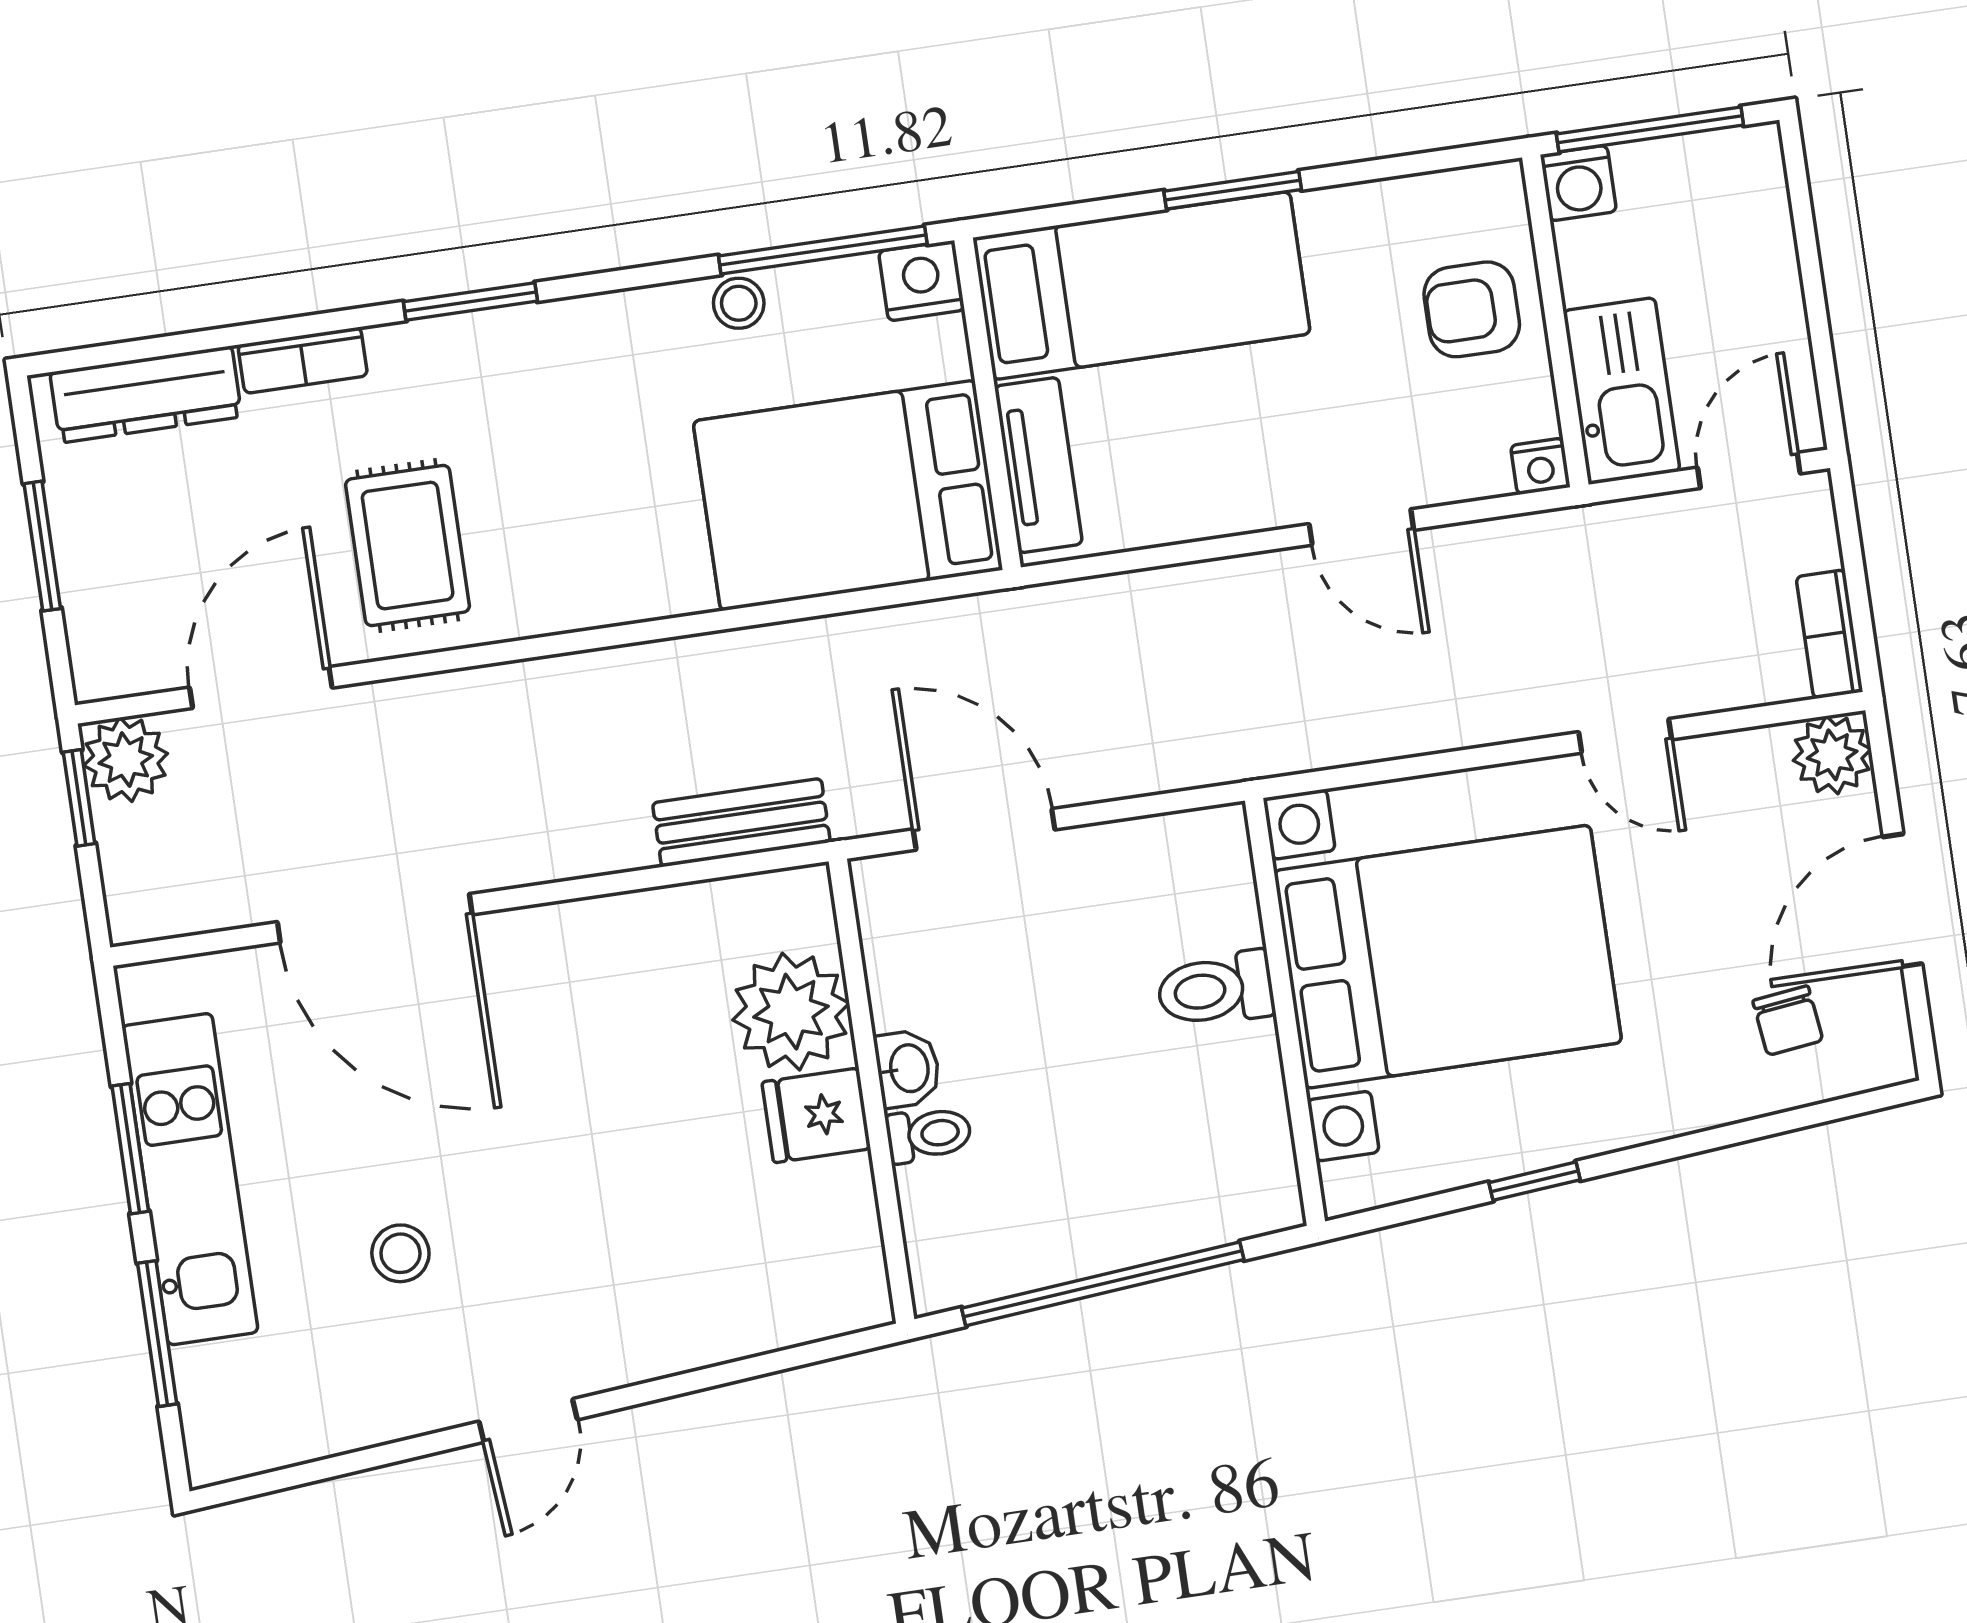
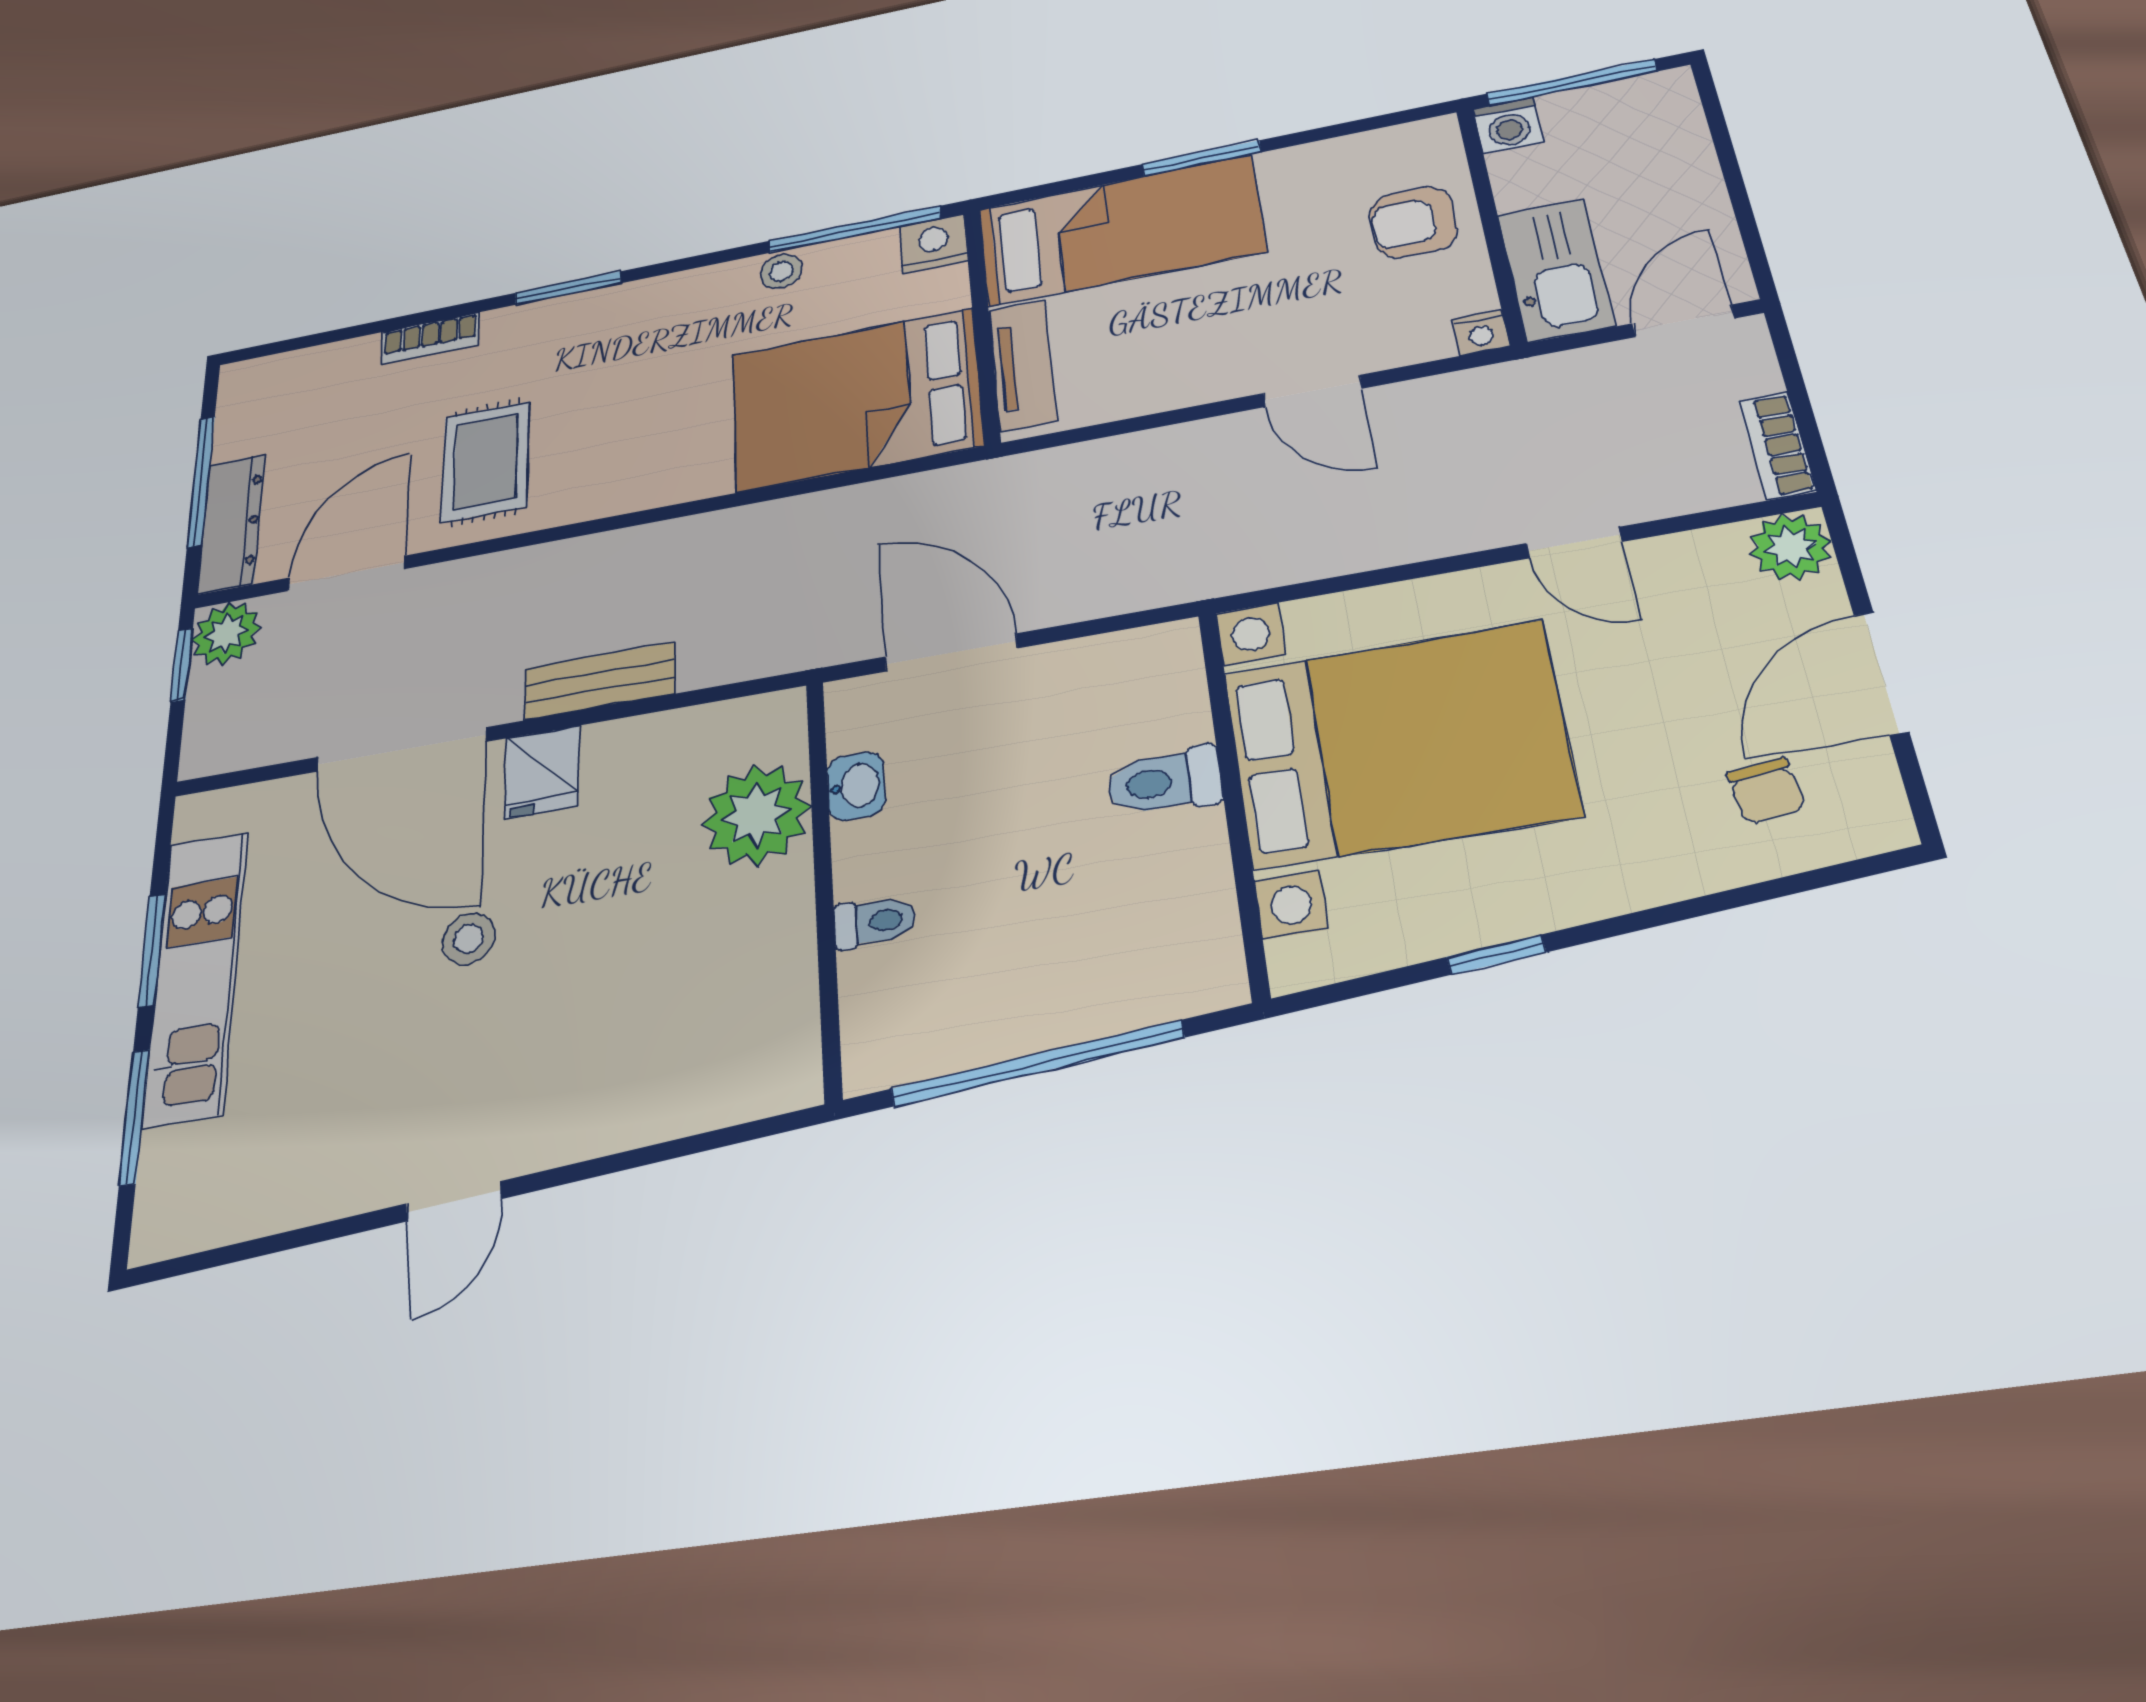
dresser: (146, 394) -> (231, 524), moved, turned -90
window: (42, 546) -> (201, 481), width x1.44
bench: (741, 823) -> (600, 681), moved
washbasin: (908, 1068) -> (856, 786), moved
fridge: (816, 1115) -> (542, 772), moved, turned -90
stool: (400, 1253) -> (469, 939), moved

